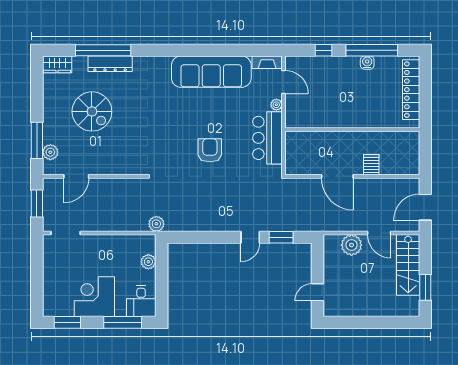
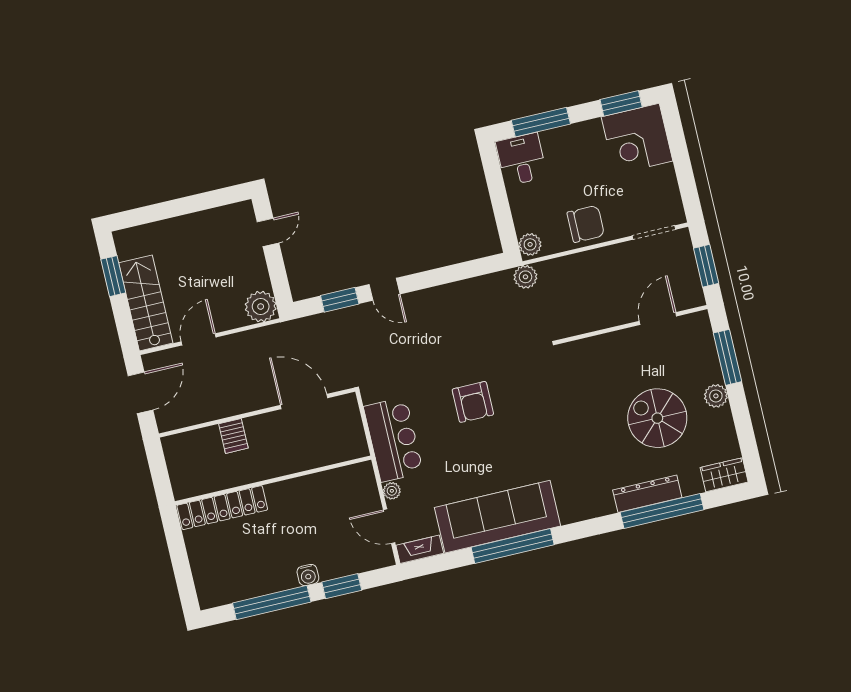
window: (206, 50) -> (513, 546), added
window: (324, 50) -> (342, 586), width x1.50
water cooler: (367, 63) -> (308, 575), moved
locker: (411, 90) -> (222, 508), moved, turned 90
plant: (50, 152) -> (716, 396), moved
door: (337, 176) -> (304, 402), moved
door: (379, 233) -> (199, 339), hinge flipped
door: (250, 237) -> (385, 289), swing flipped
plant: (351, 245) -> (261, 307), moved
chair: (109, 249) -> (586, 224), added
plant: (148, 262) -> (530, 244), moved
corner desk: (94, 297) -> (637, 139), moved, turned 90

